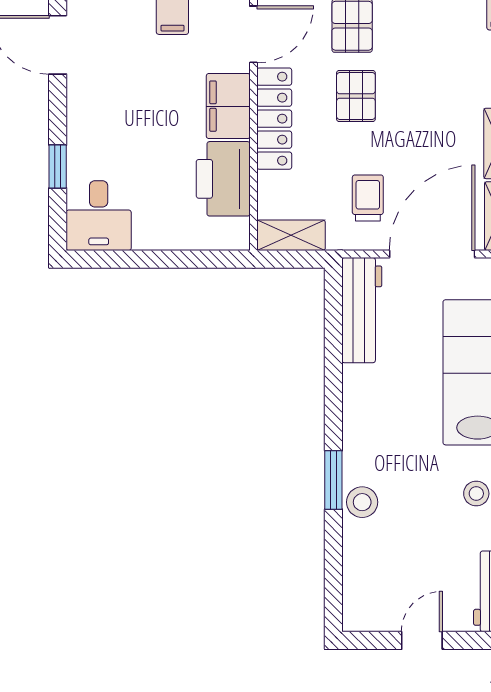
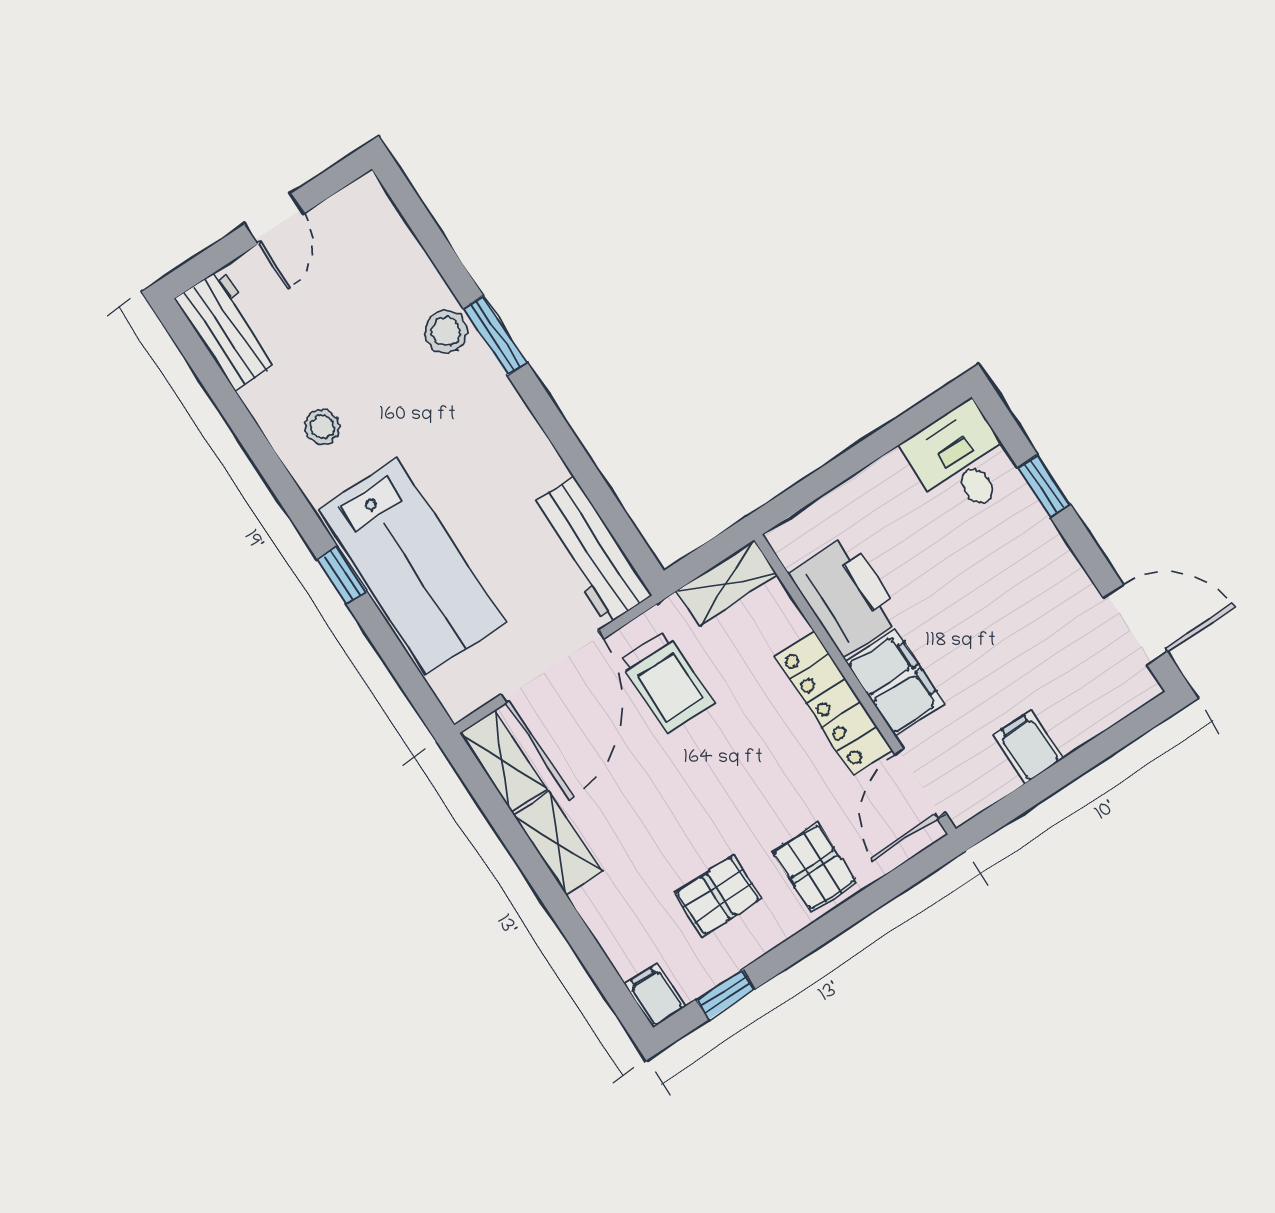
pallet: (356, 96) -> (718, 896), moved, turned 90
trolley: (368, 198) -> (667, 682), width x1.36, depth x1.39

